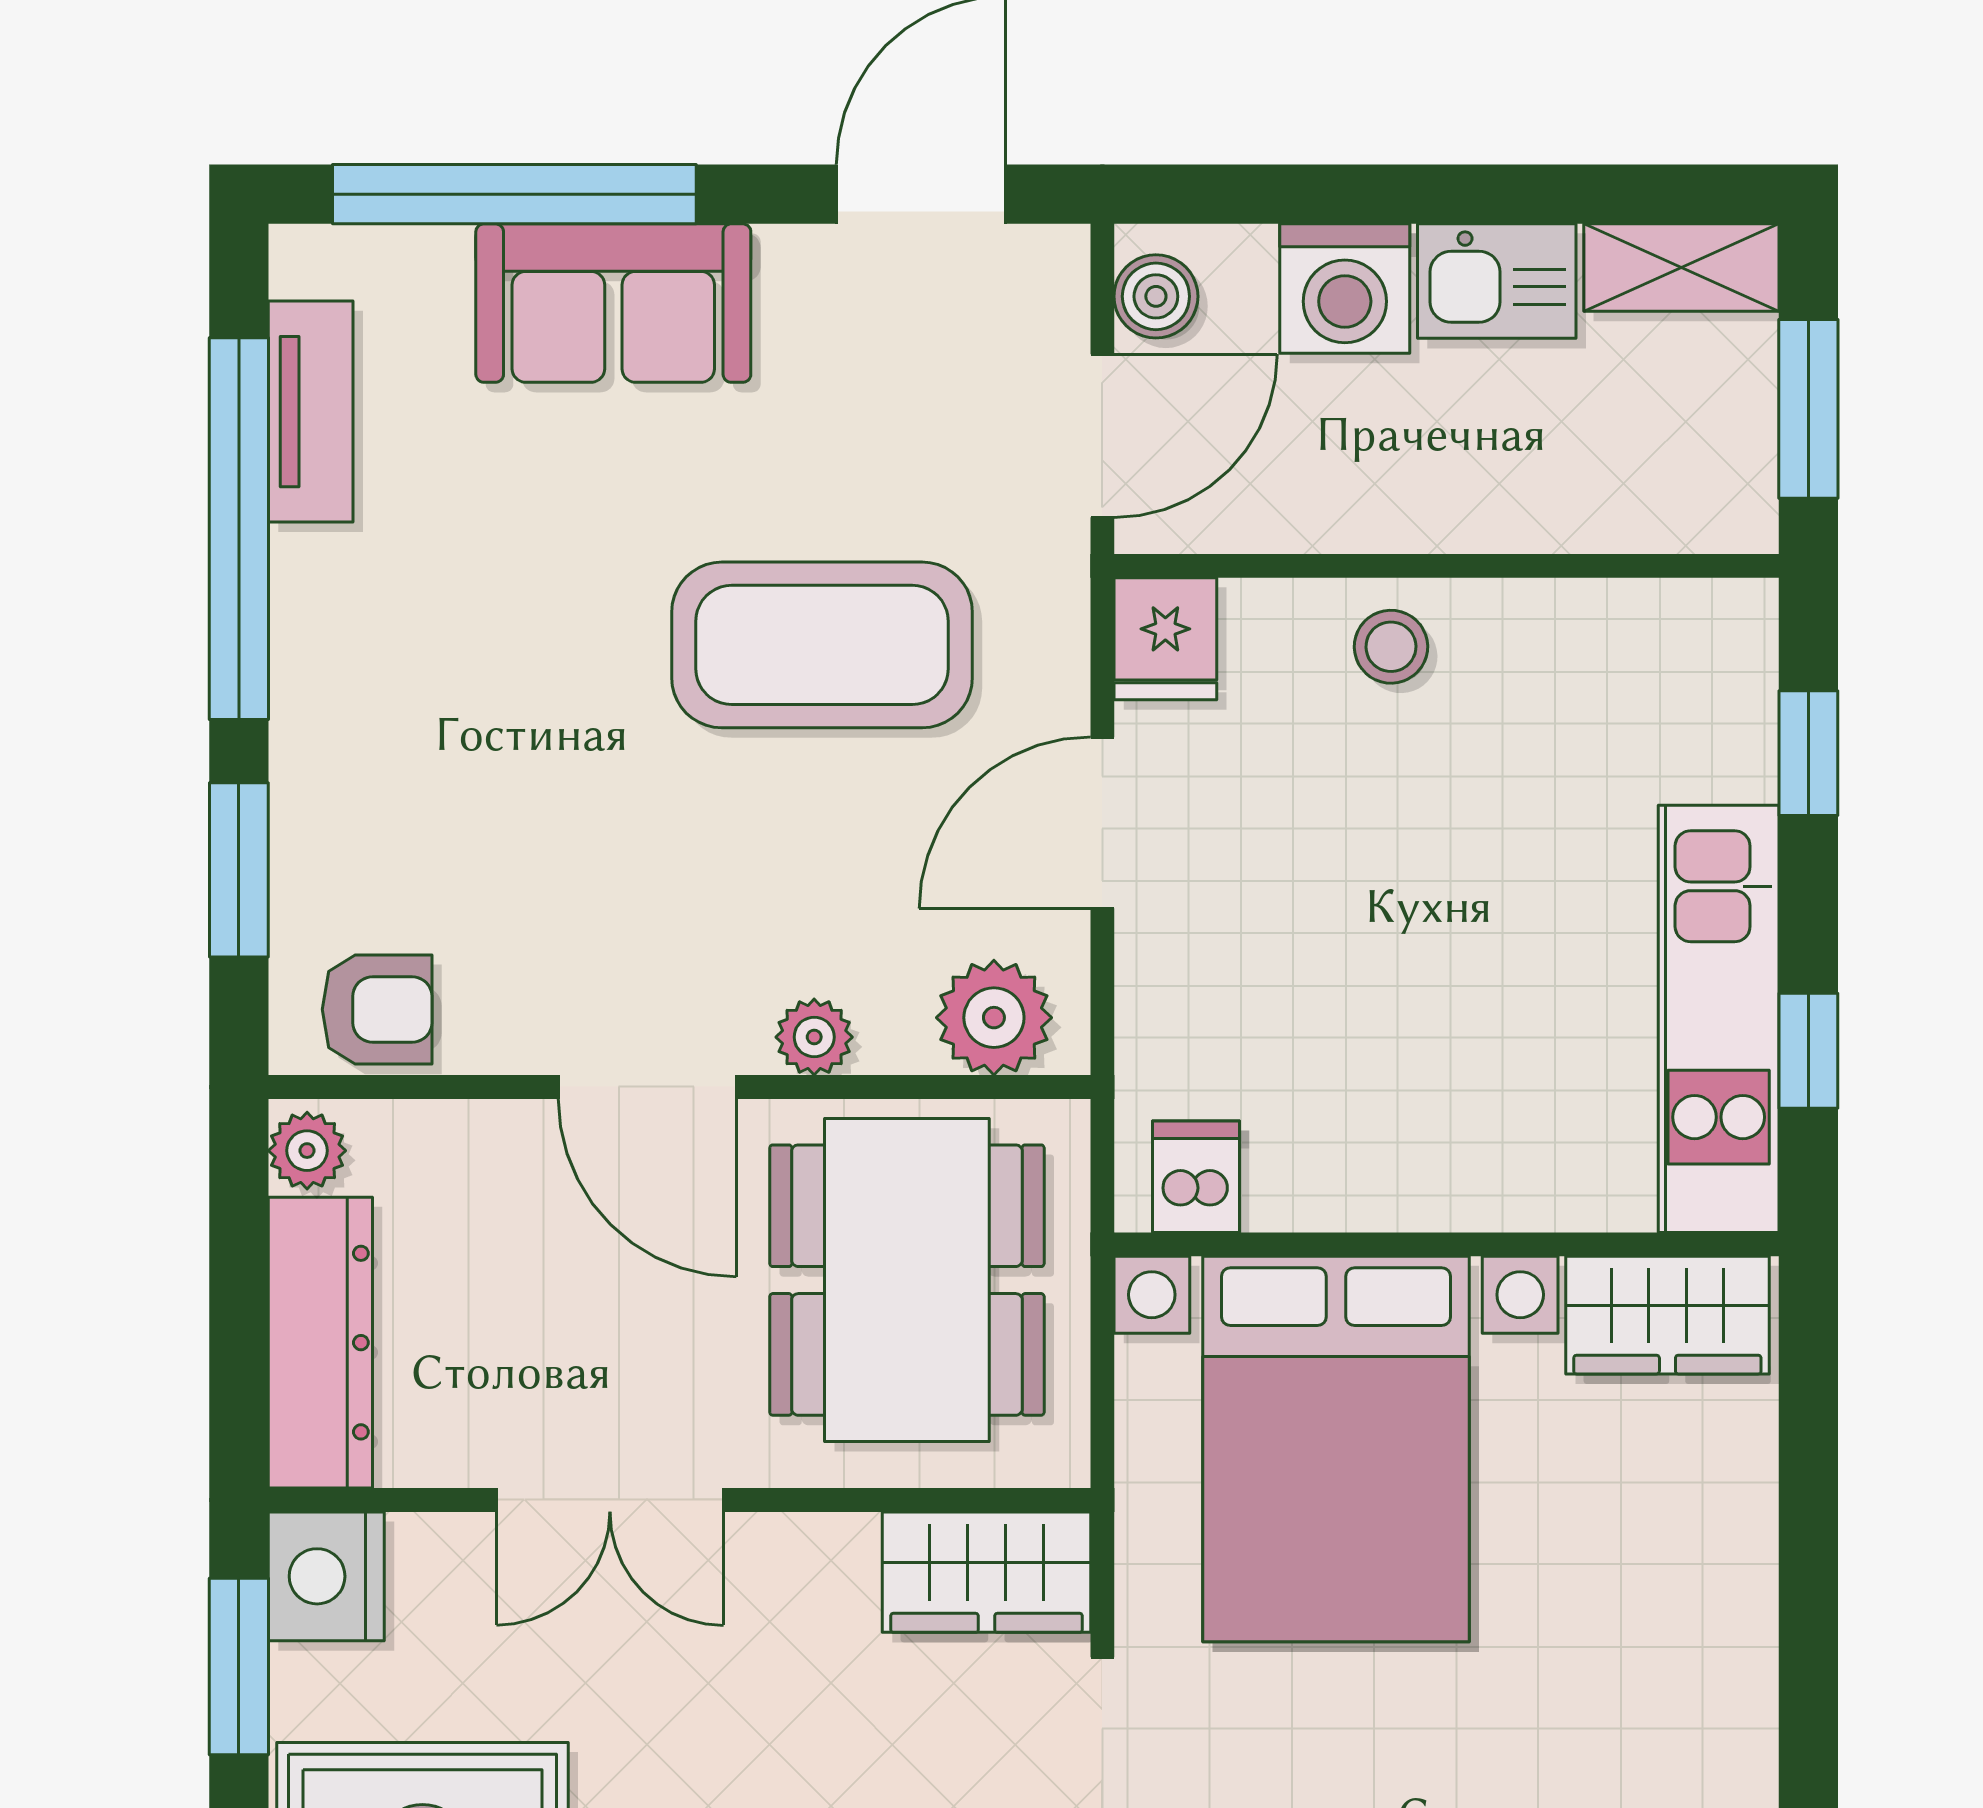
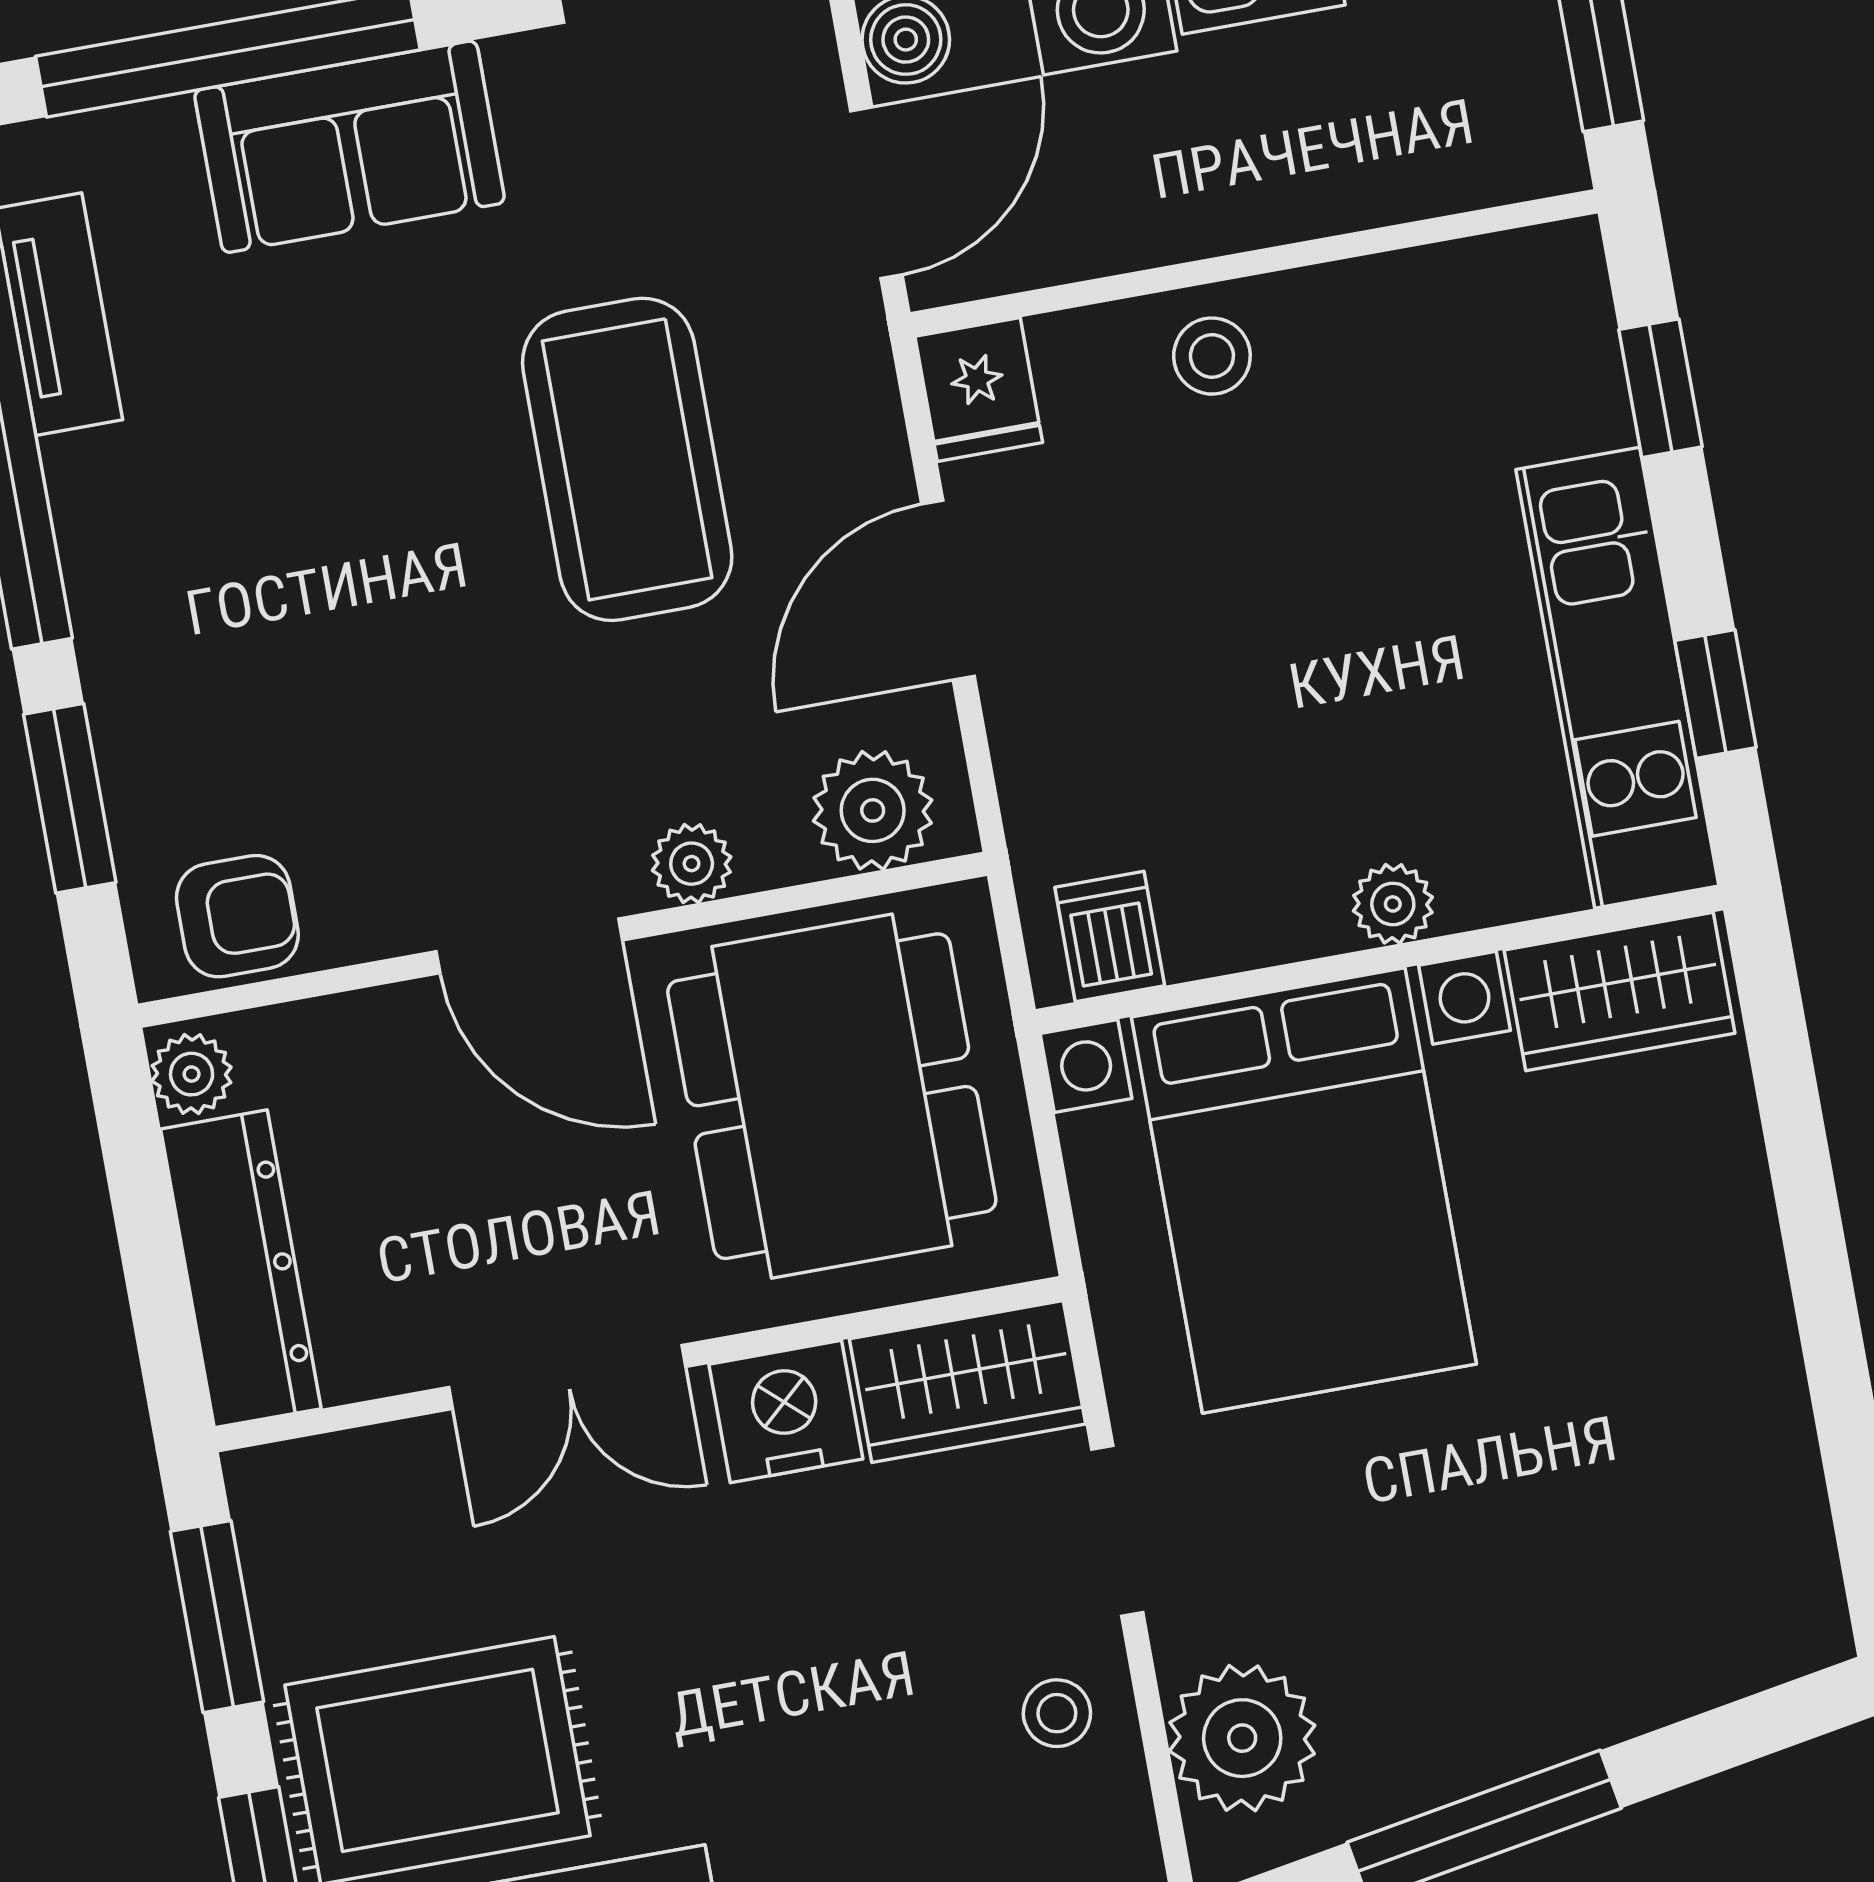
coffee table: (822, 645) -> (627, 459), turned 90
plant: (1469, 1194) -> (1393, 904), added
nightstand: (326, 1576) -> (786, 1412), moved, turned 90

